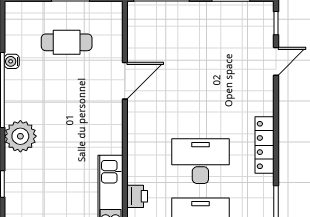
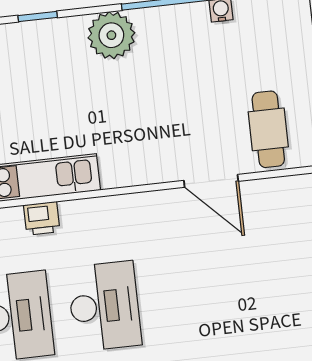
cafe table: (67, 42) -> (268, 129), moved

